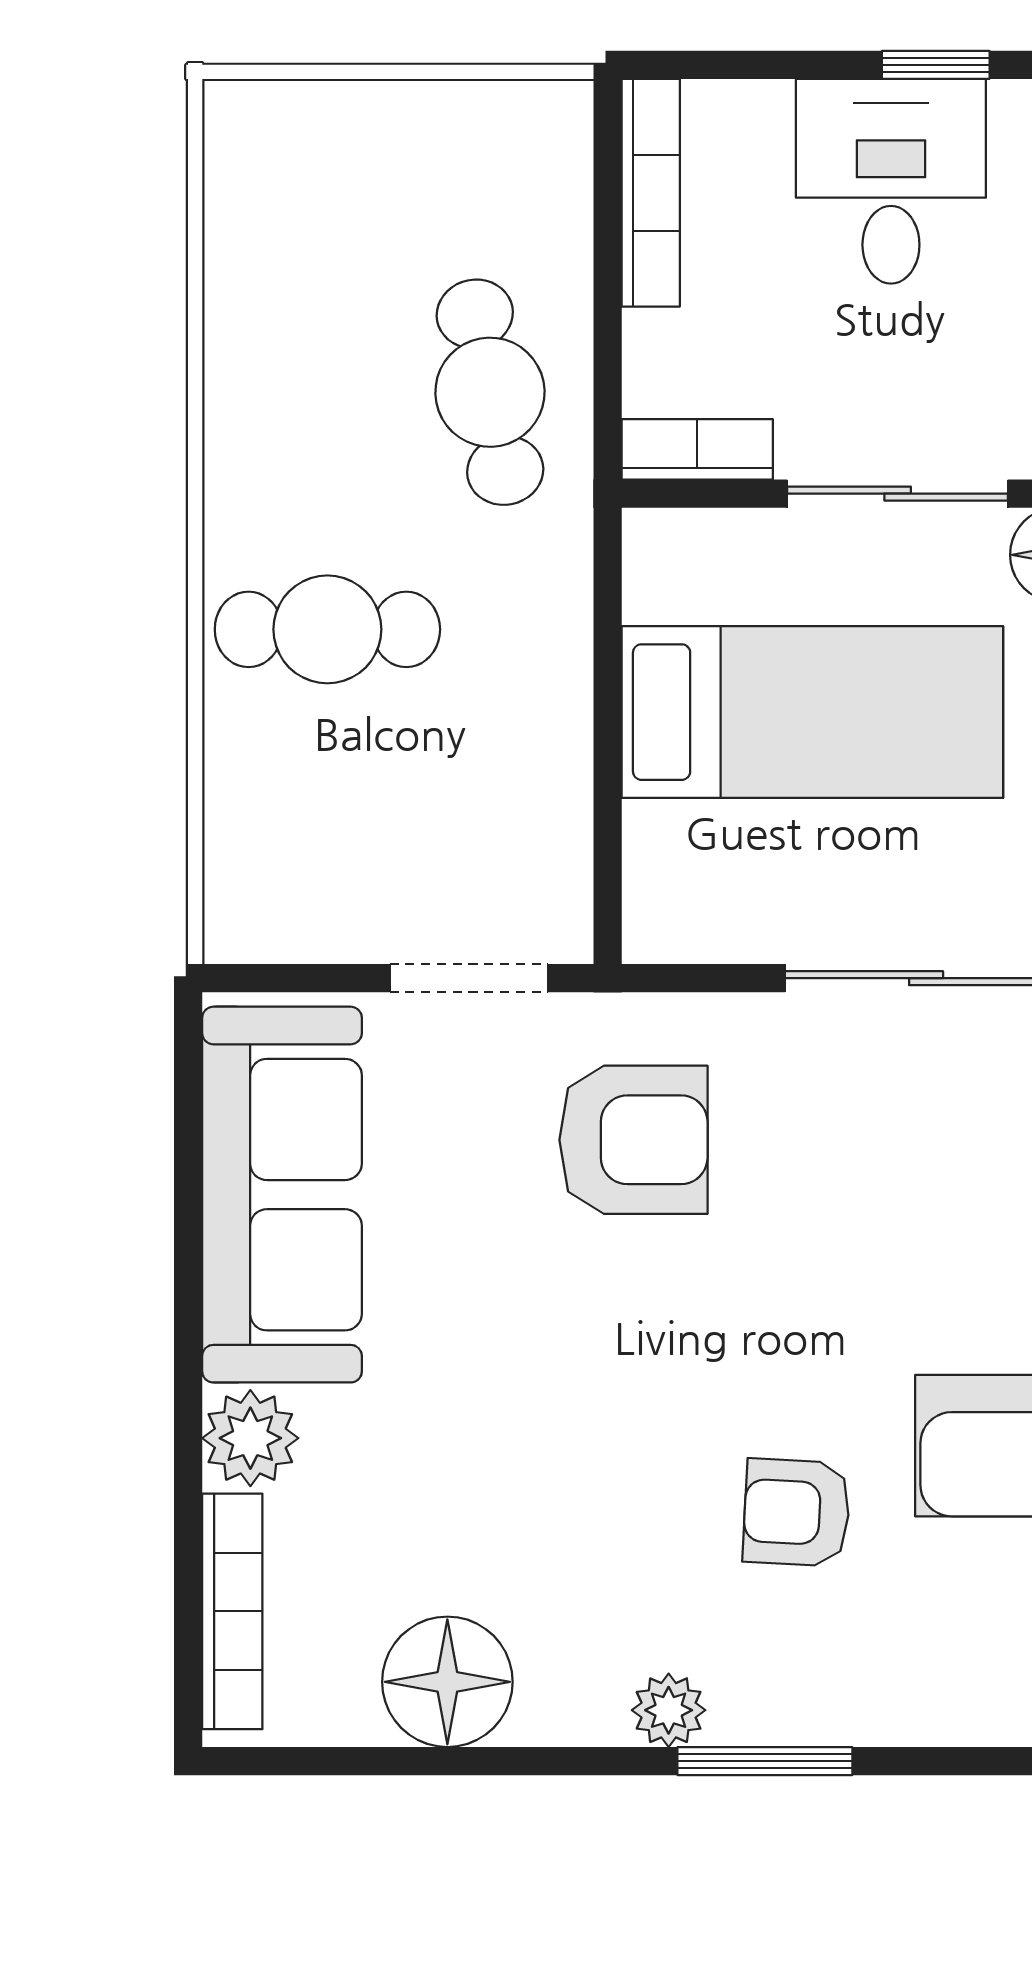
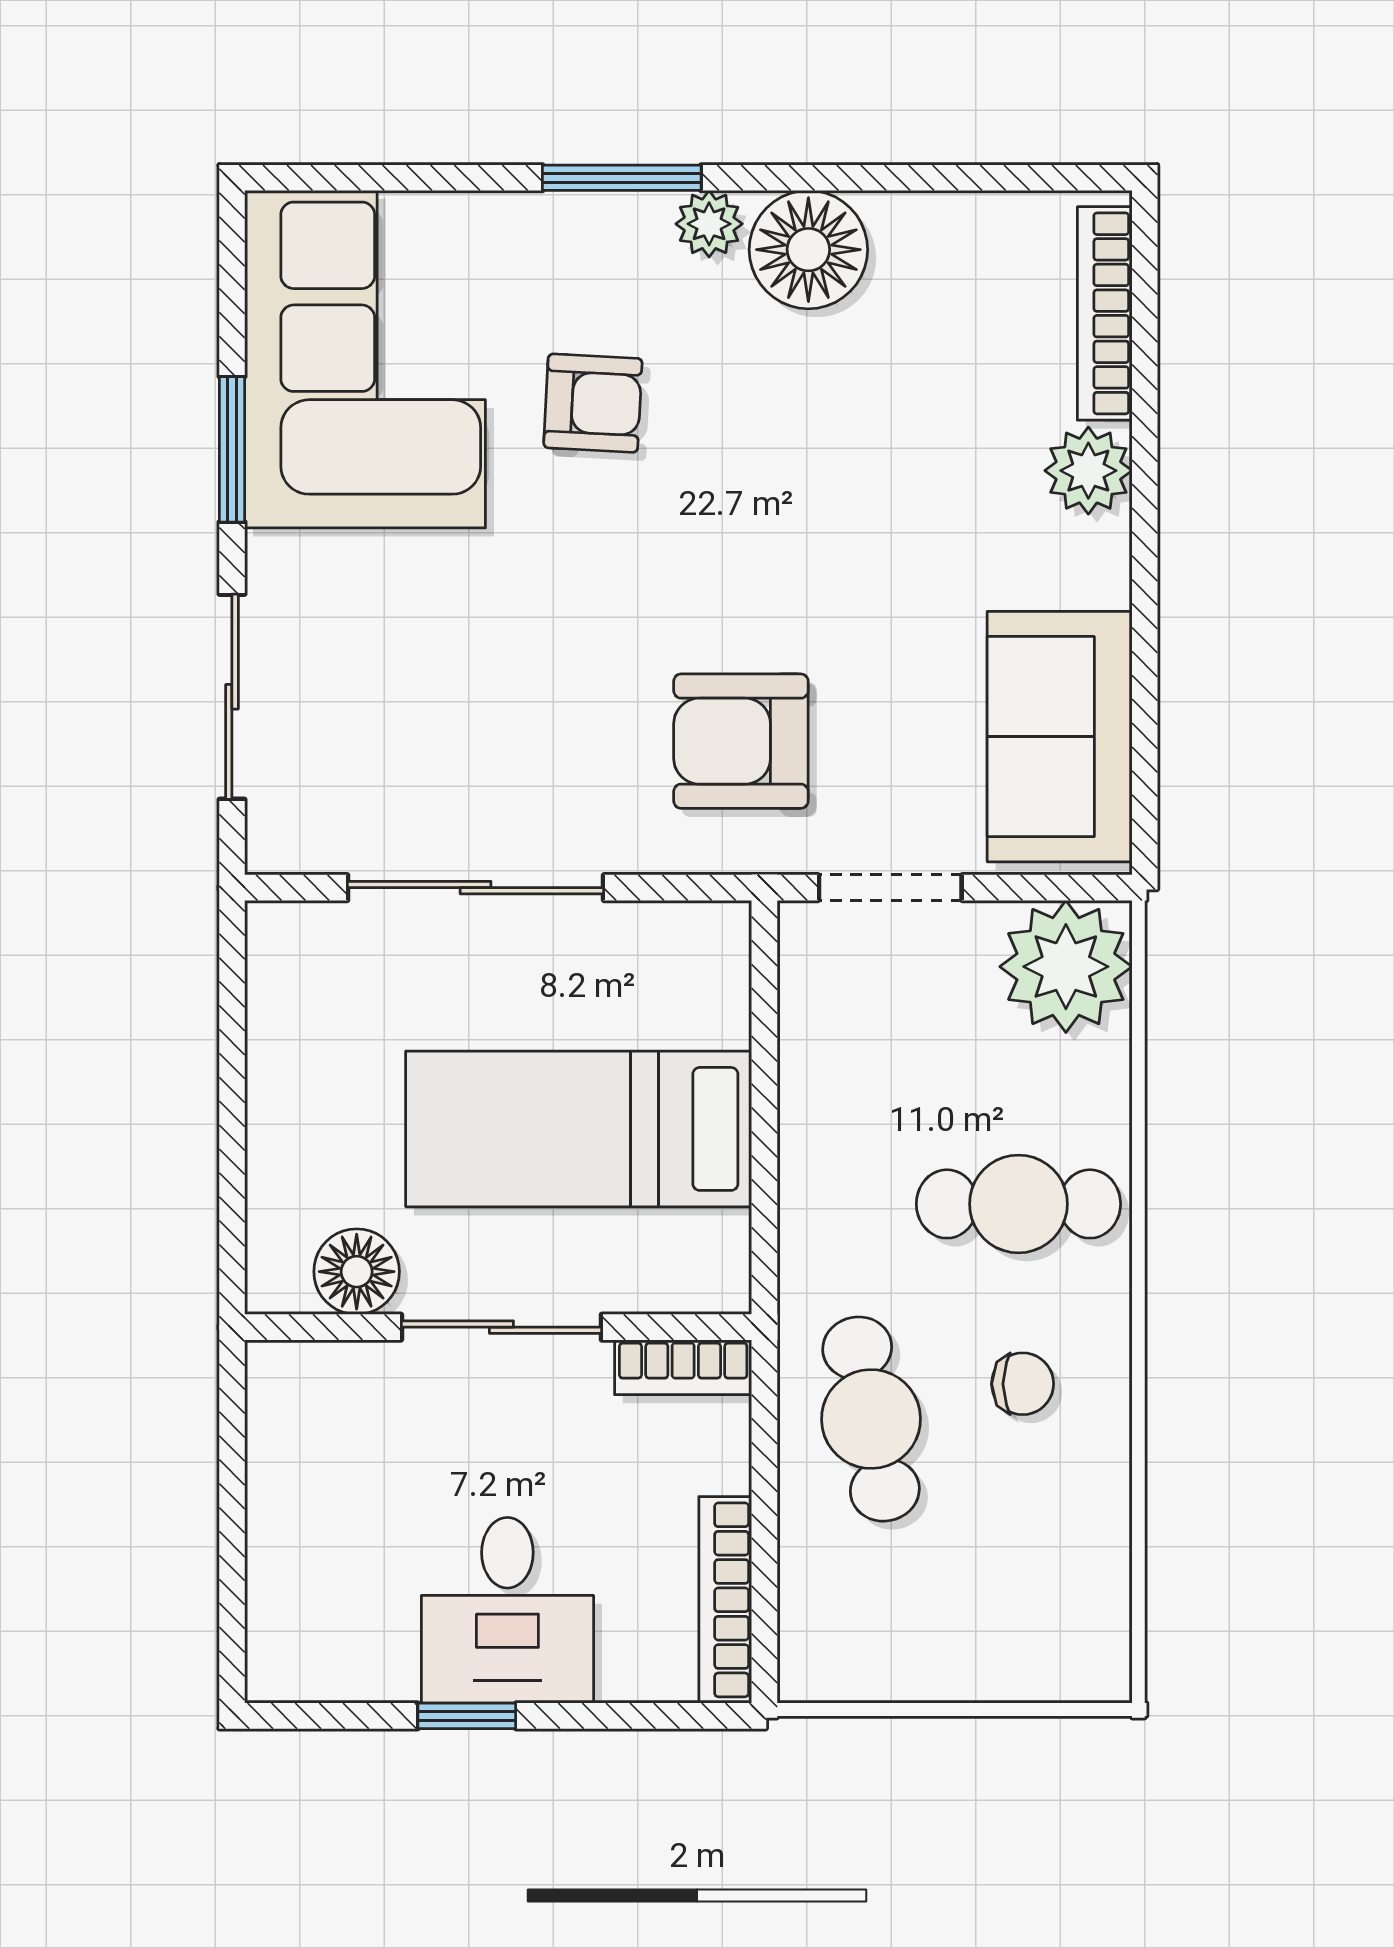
chair: (323, 431) -> (1023, 1384), added
plant: (275, 891) -> (1066, 967), added
sofa: (282, 1195) -> (1060, 737), width x0.73
floor lamp: (447, 1682) -> (808, 250), moved

